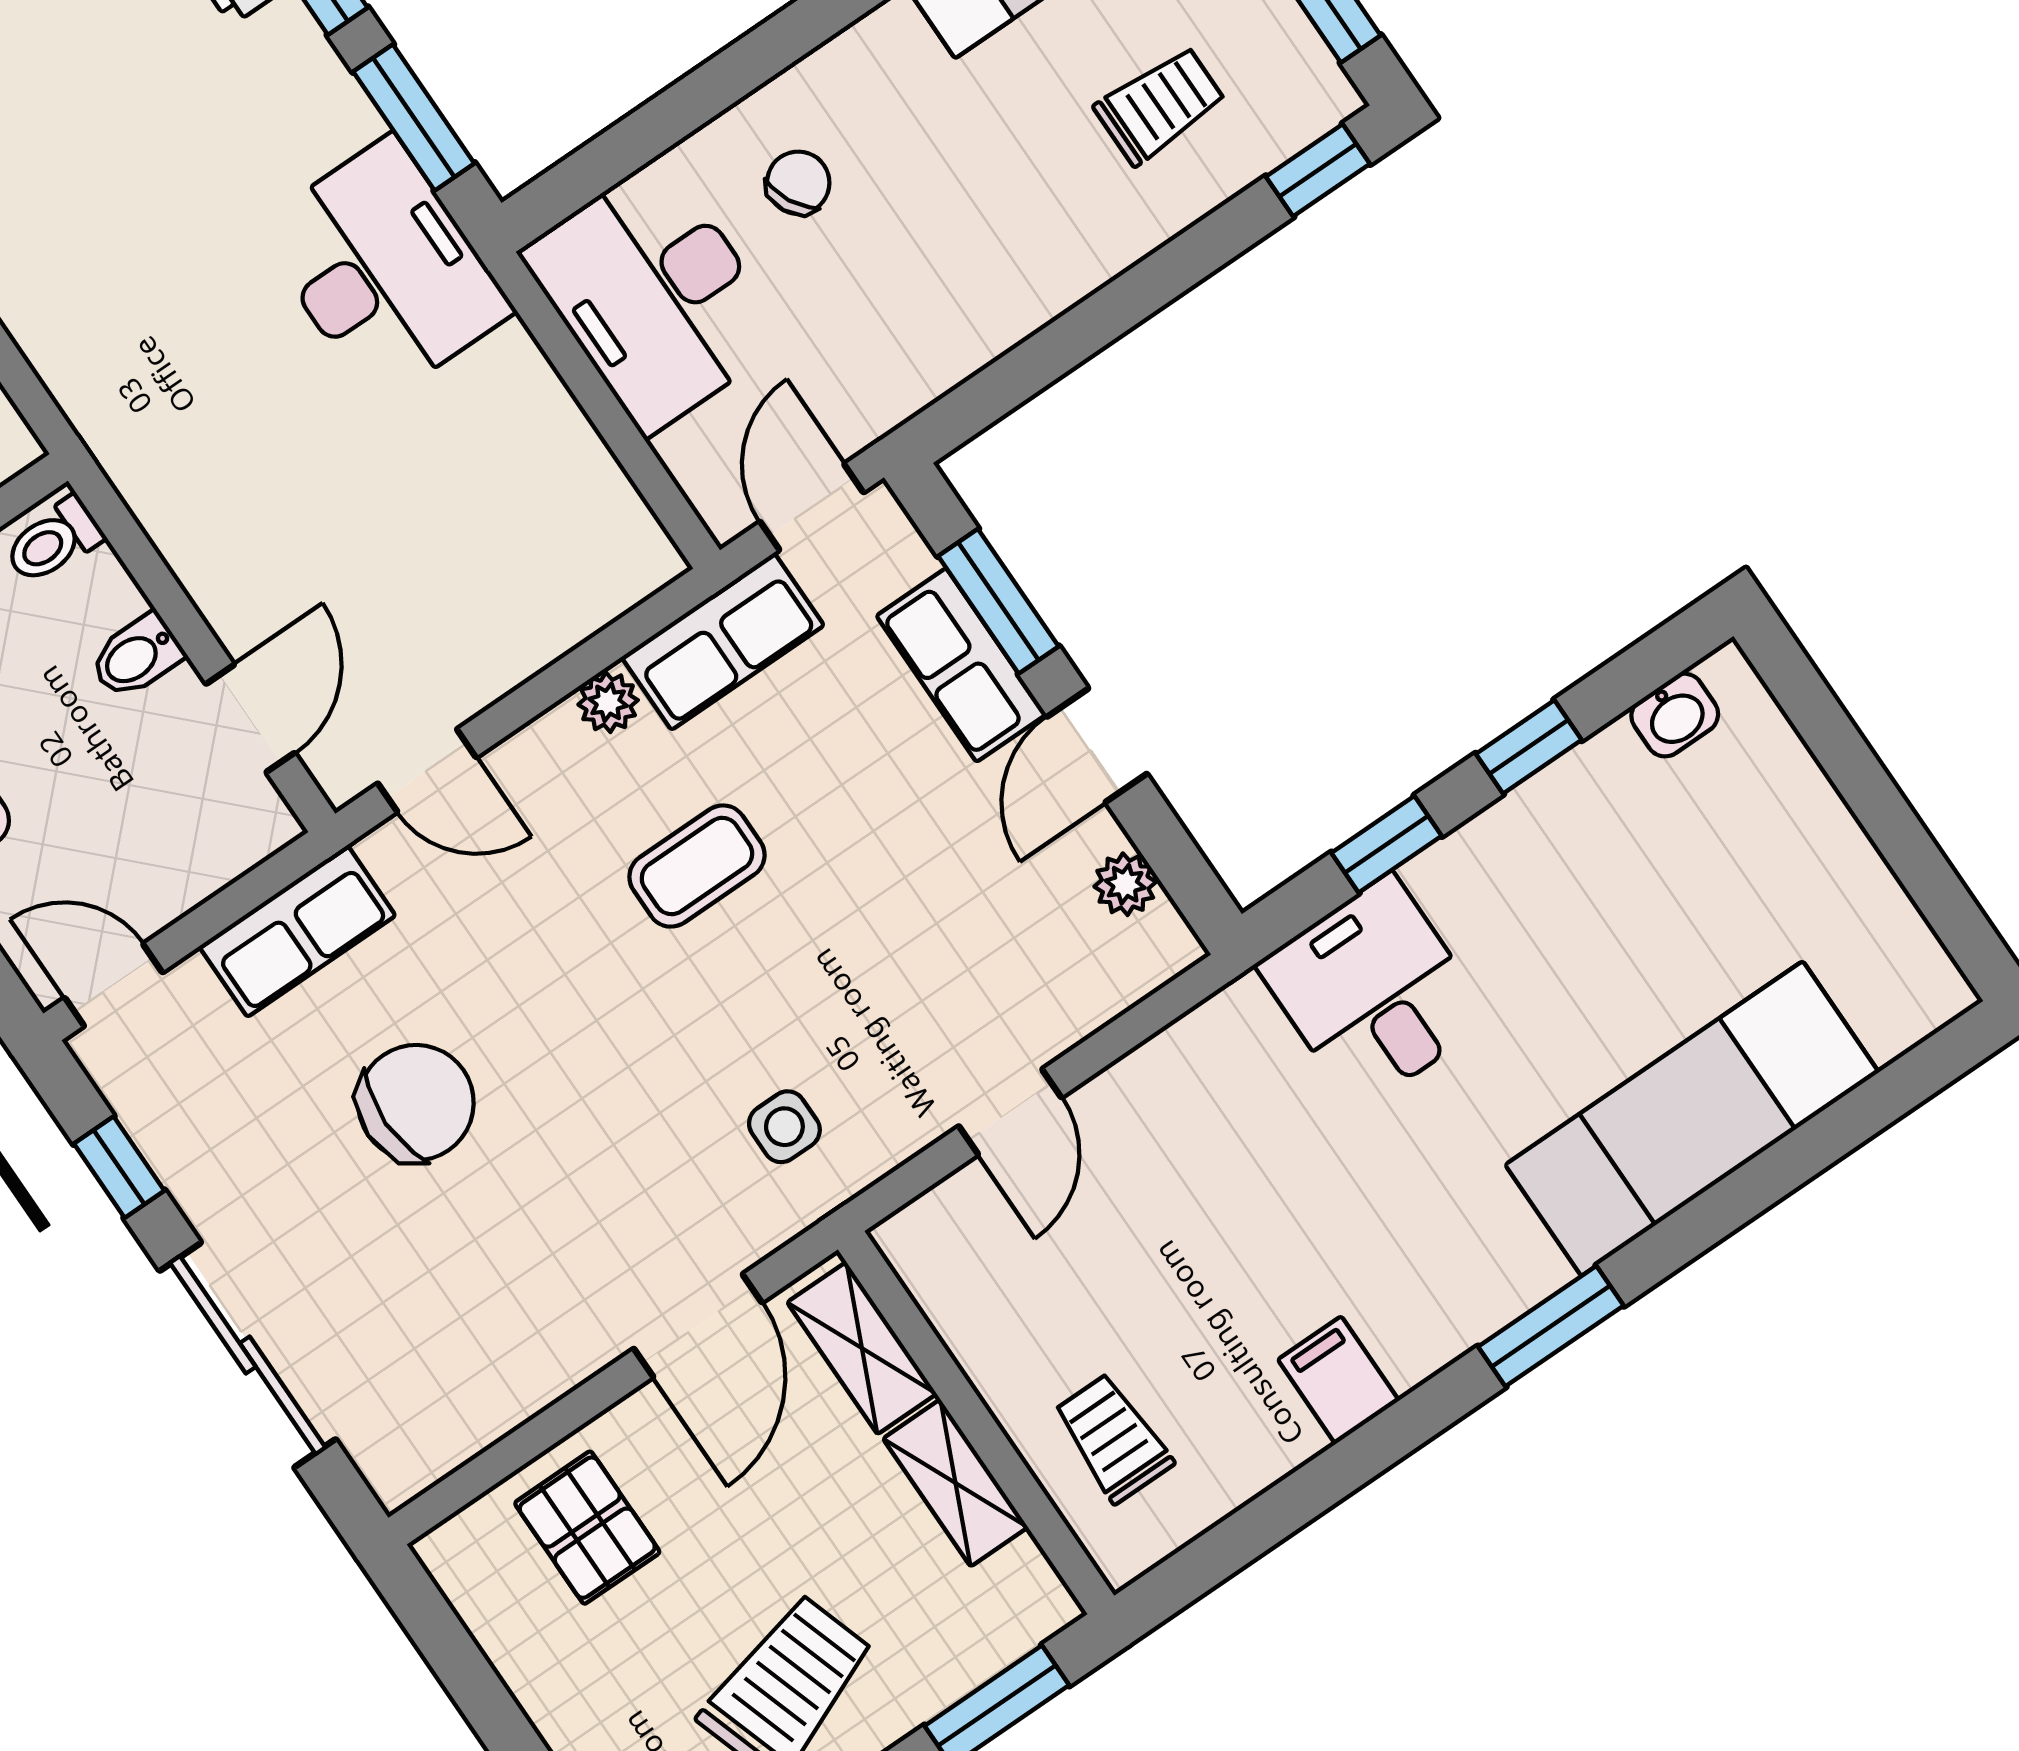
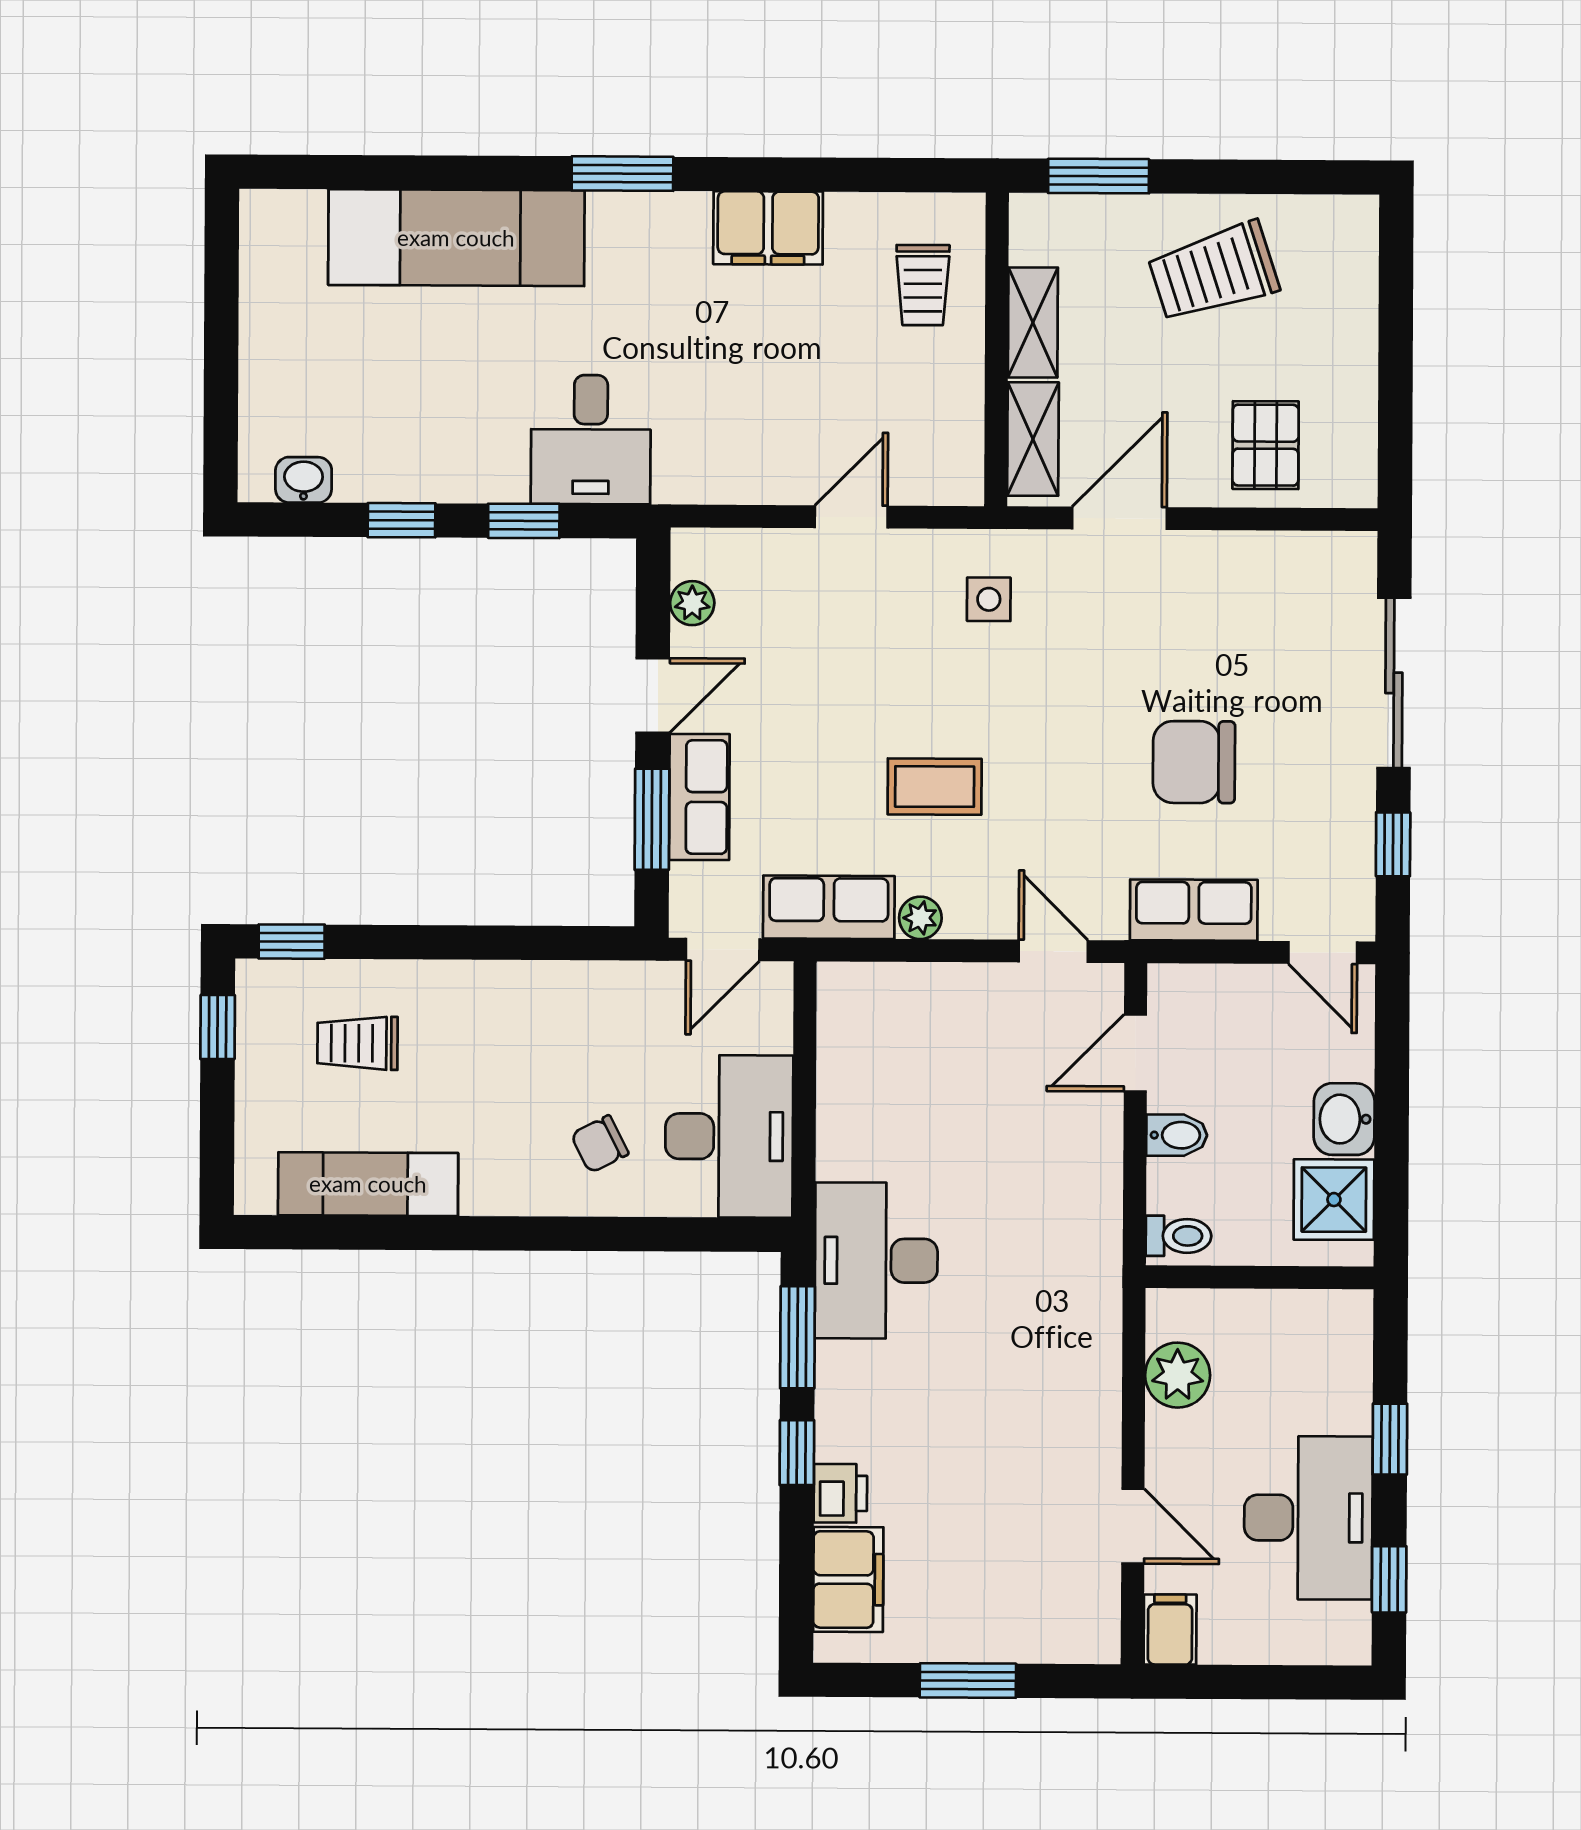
filing cabinet: (1338, 1380) -> (768, 228), width x2.00

